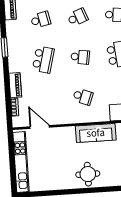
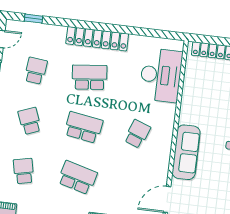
school desk: (80, 57) -> (83, 127), width x1.85
sofa: (96, 133) -> (186, 152), moved

